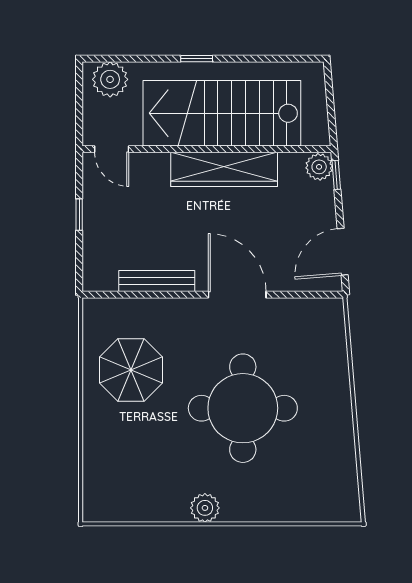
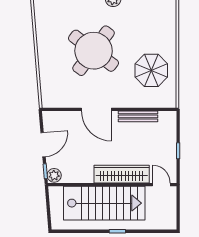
plant: (110, 79) -> (162, 221), removed
wardrobe: (224, 169) -> (122, 174), moved
door: (343, 252) -> (43, 145), moved
round table: (243, 408) -> (94, 51), turned 37

